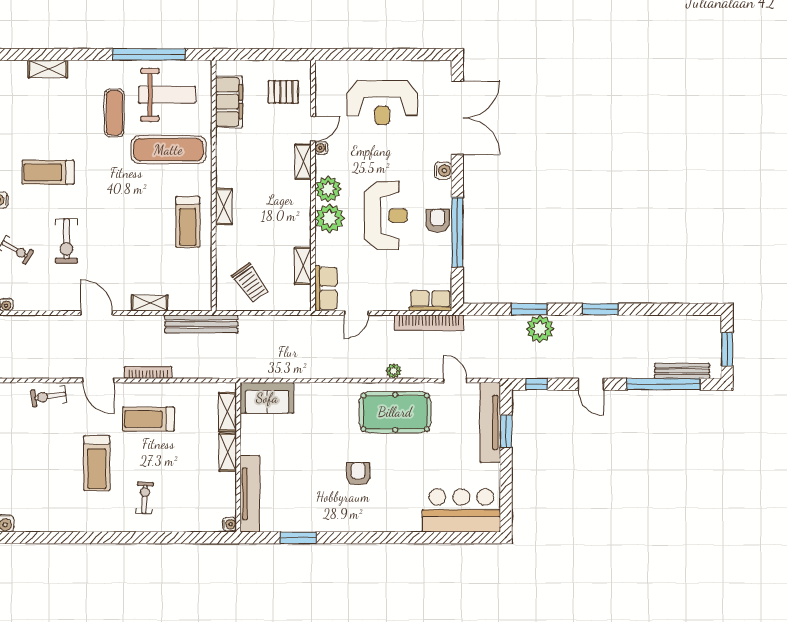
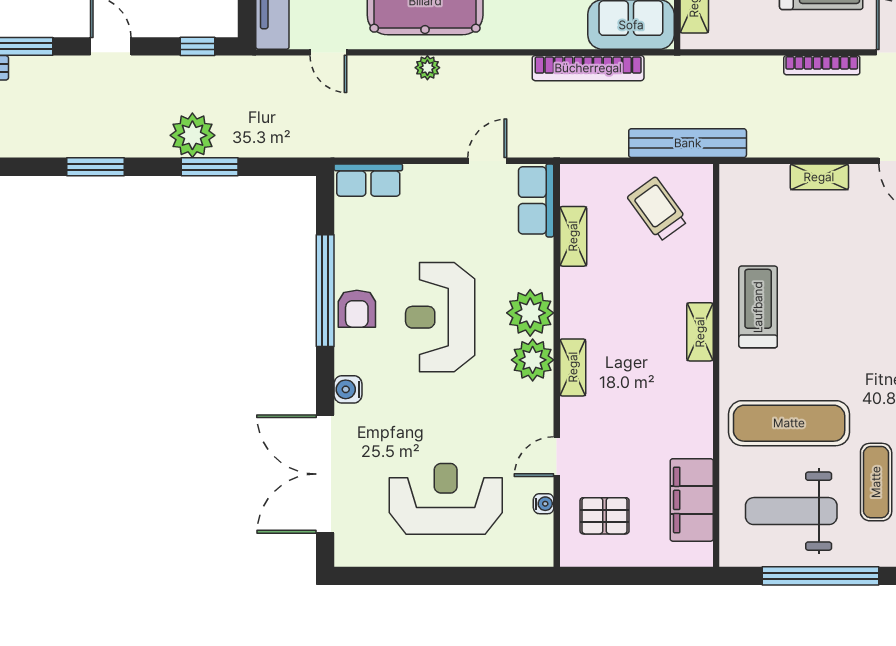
water cooler: (321, 148) -> (544, 504), moved
shelving: (303, 162) -> (573, 367), moved
bookcase: (429, 323) -> (588, 68), moved, turned 180
bench: (201, 324) -> (688, 143), moved

